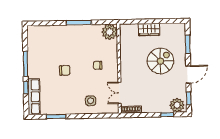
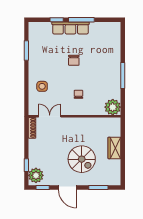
row of seats: (34, 97) -> (70, 28), moved

